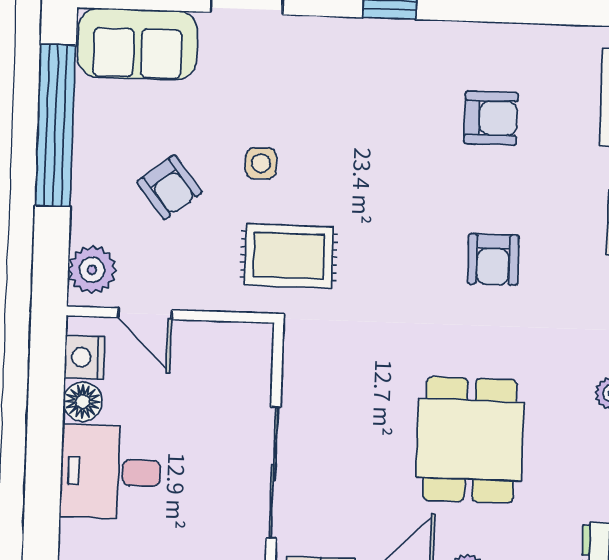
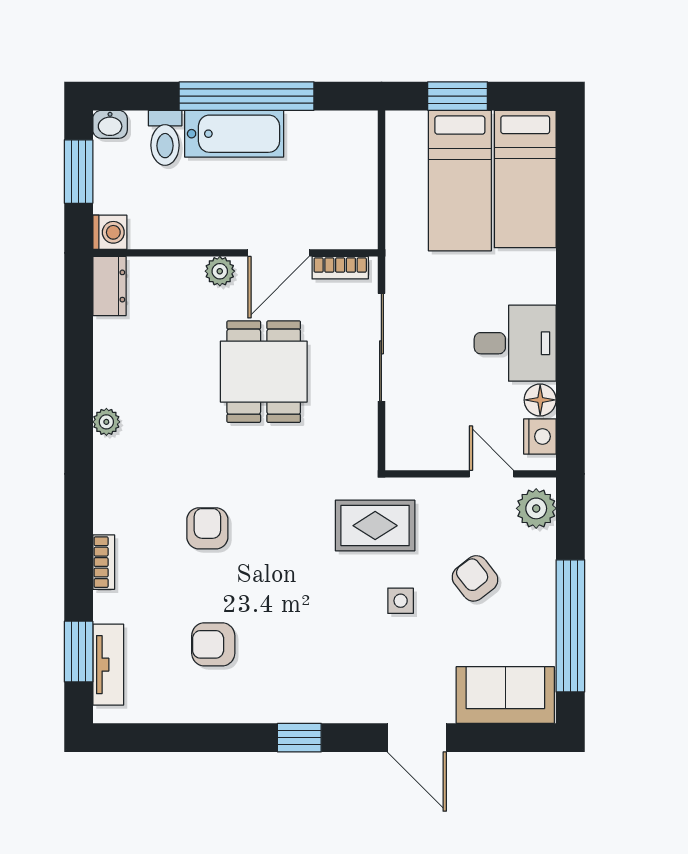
dining table: (470, 440) -> (264, 372), moved

